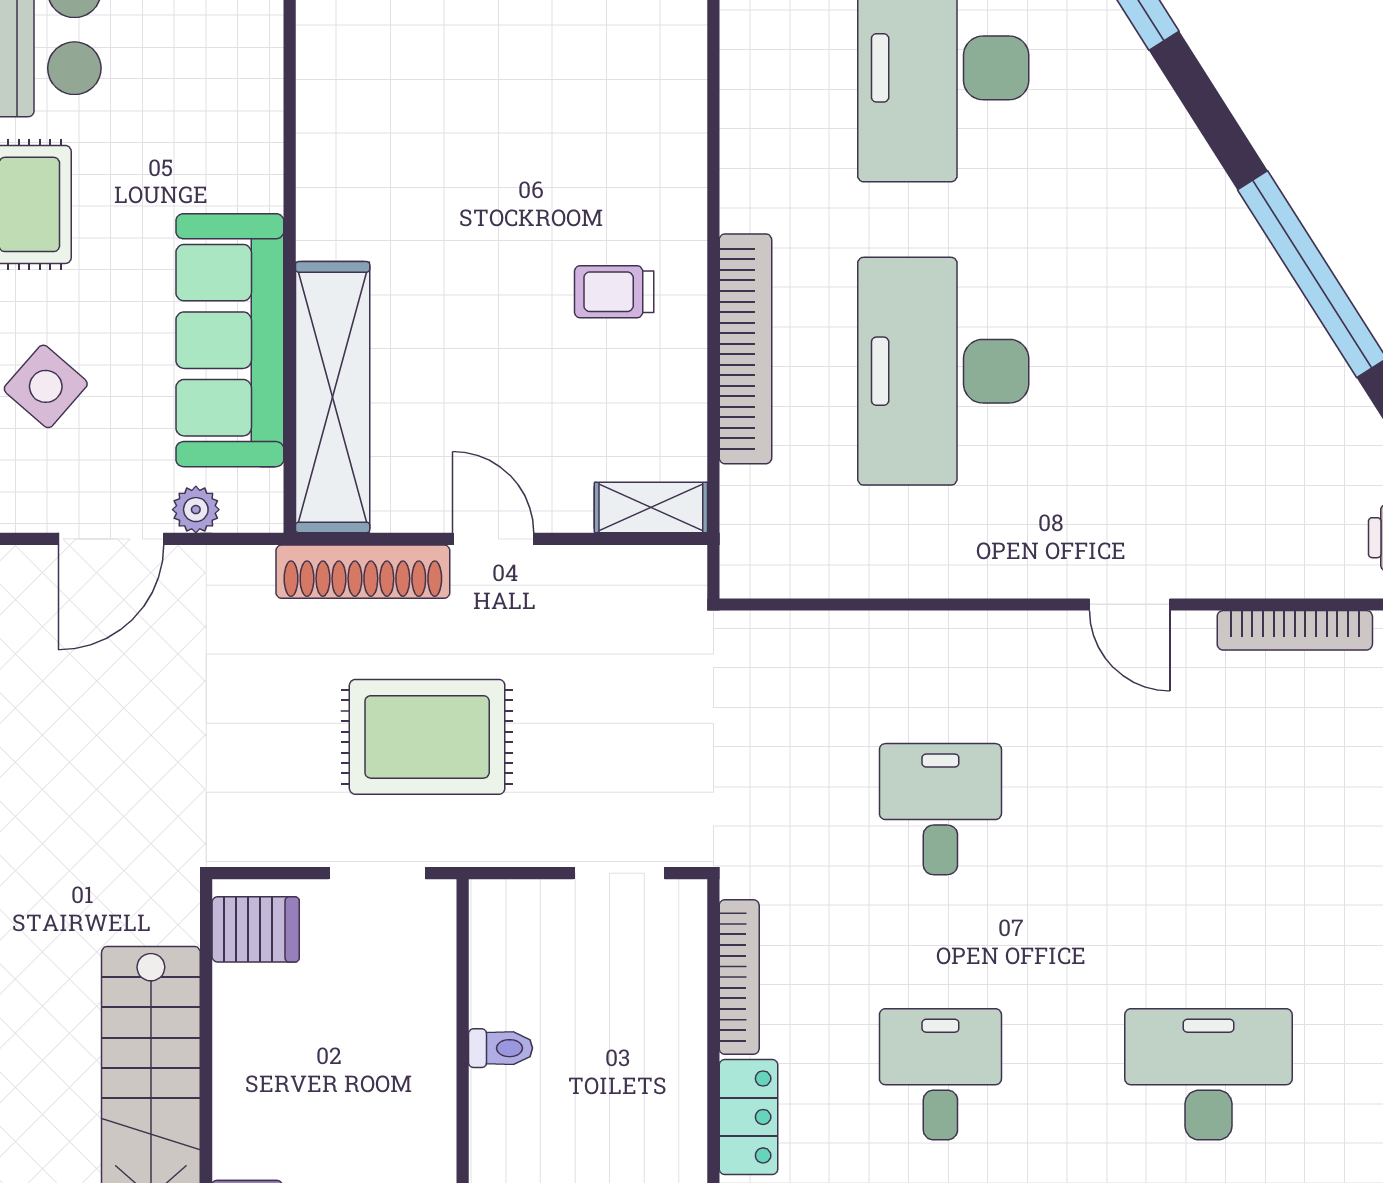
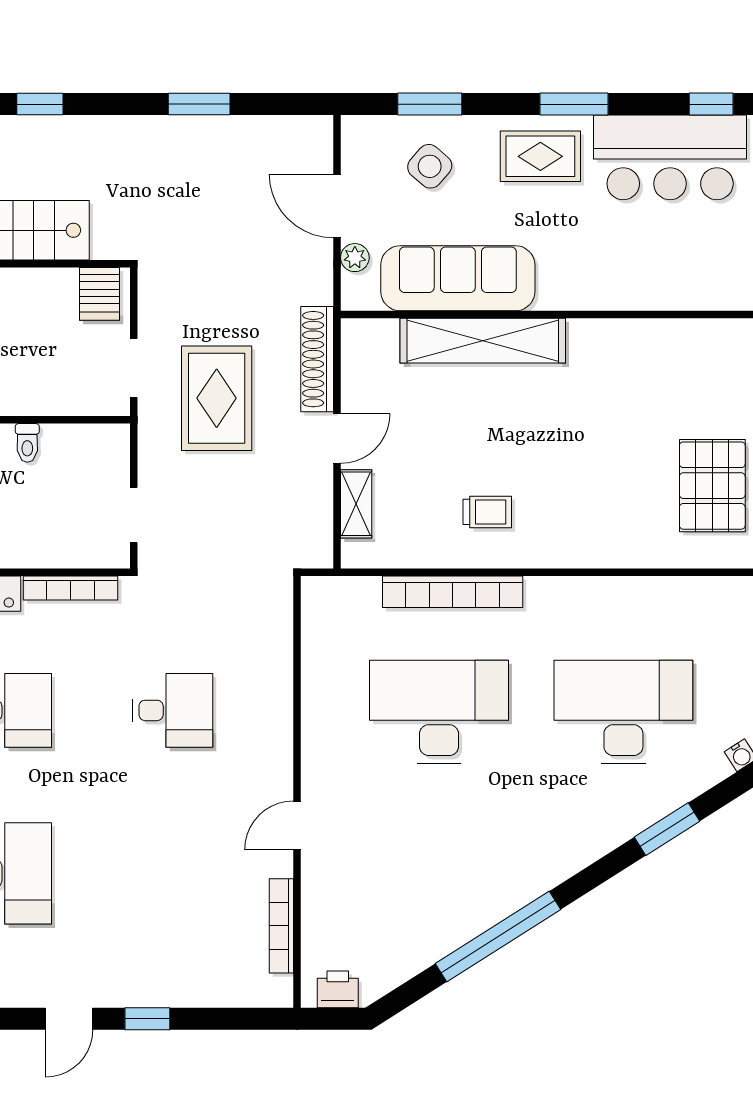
trolley: (614, 292) -> (487, 512), turned 90
shelving: (333, 397) -> (483, 341), moved
shelving: (651, 507) -> (356, 504), moved

